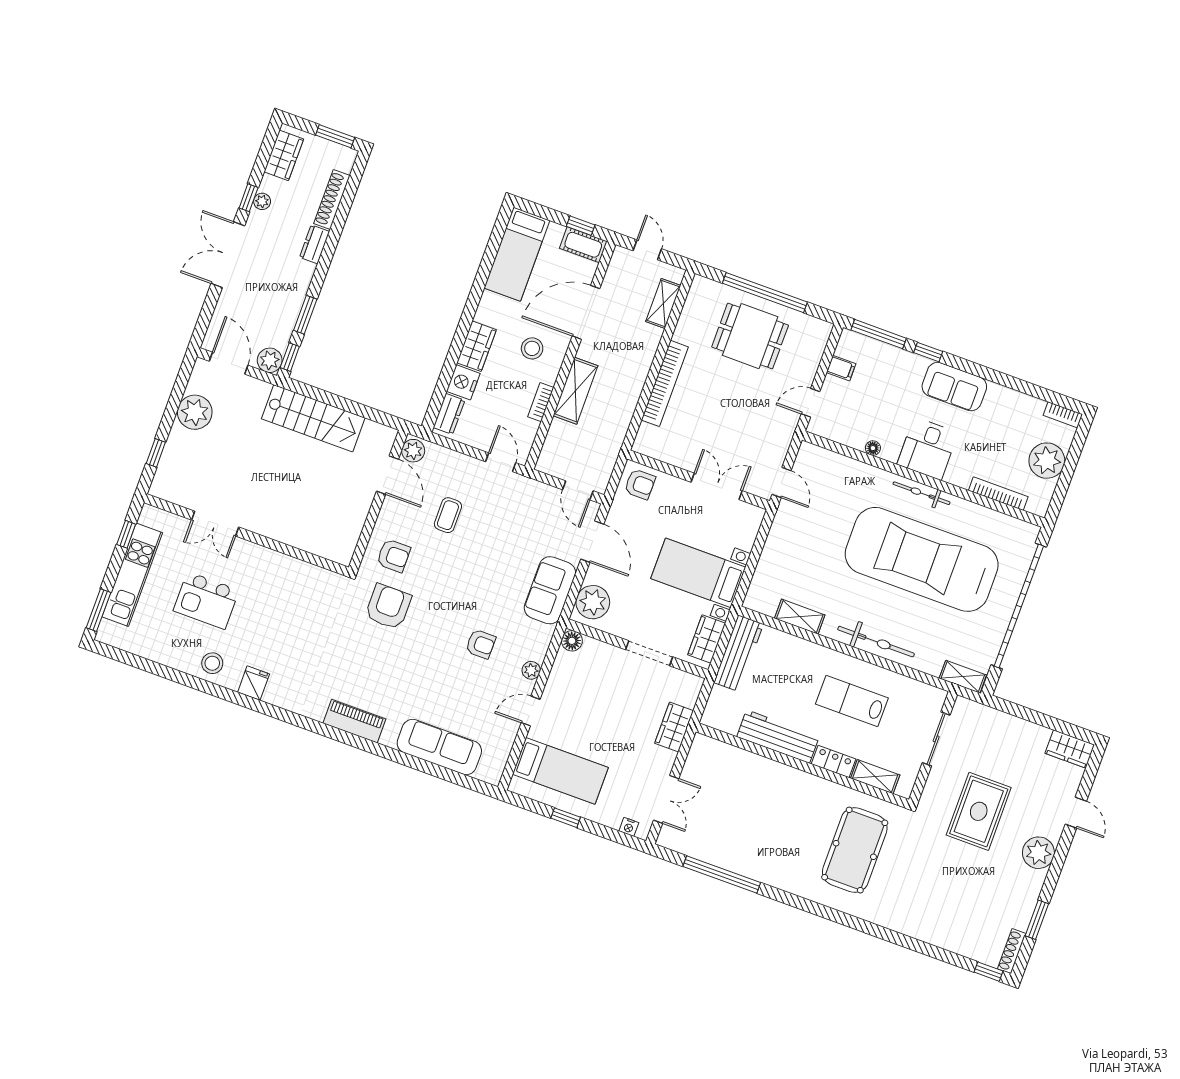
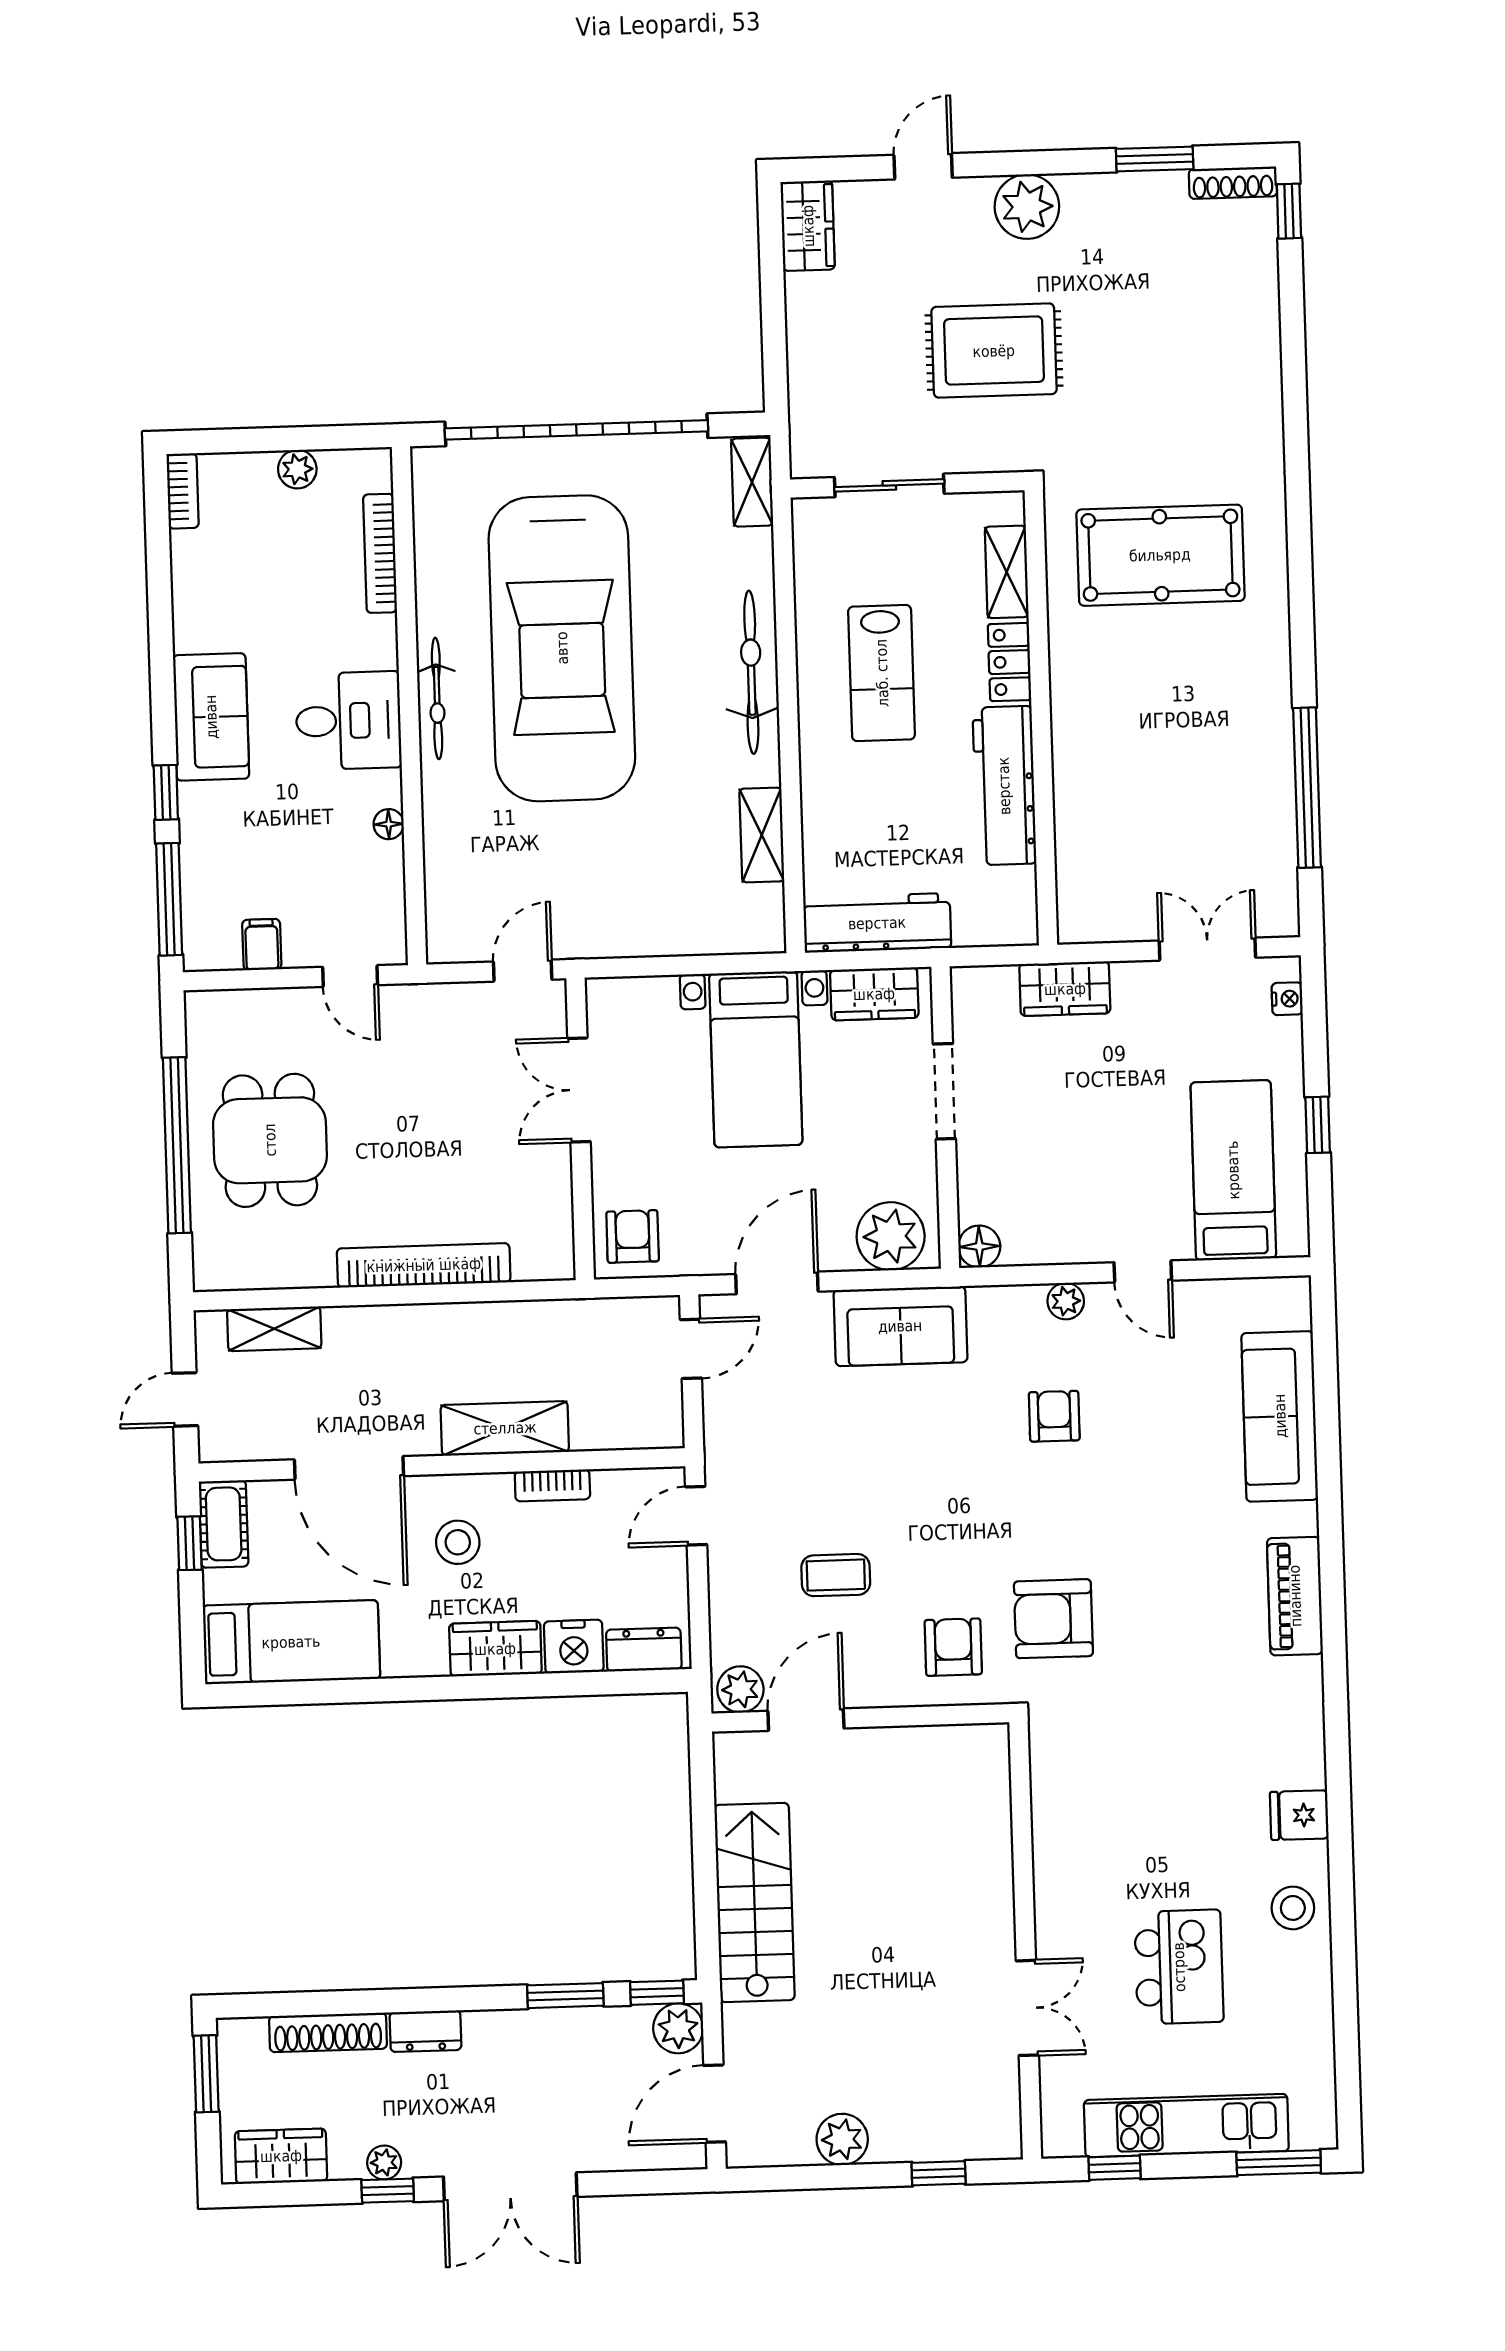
plant: (195, 412) -> (842, 2139), width x0.73, depth x0.73
plant: (1047, 461) -> (297, 469), width x0.53, depth x0.53

